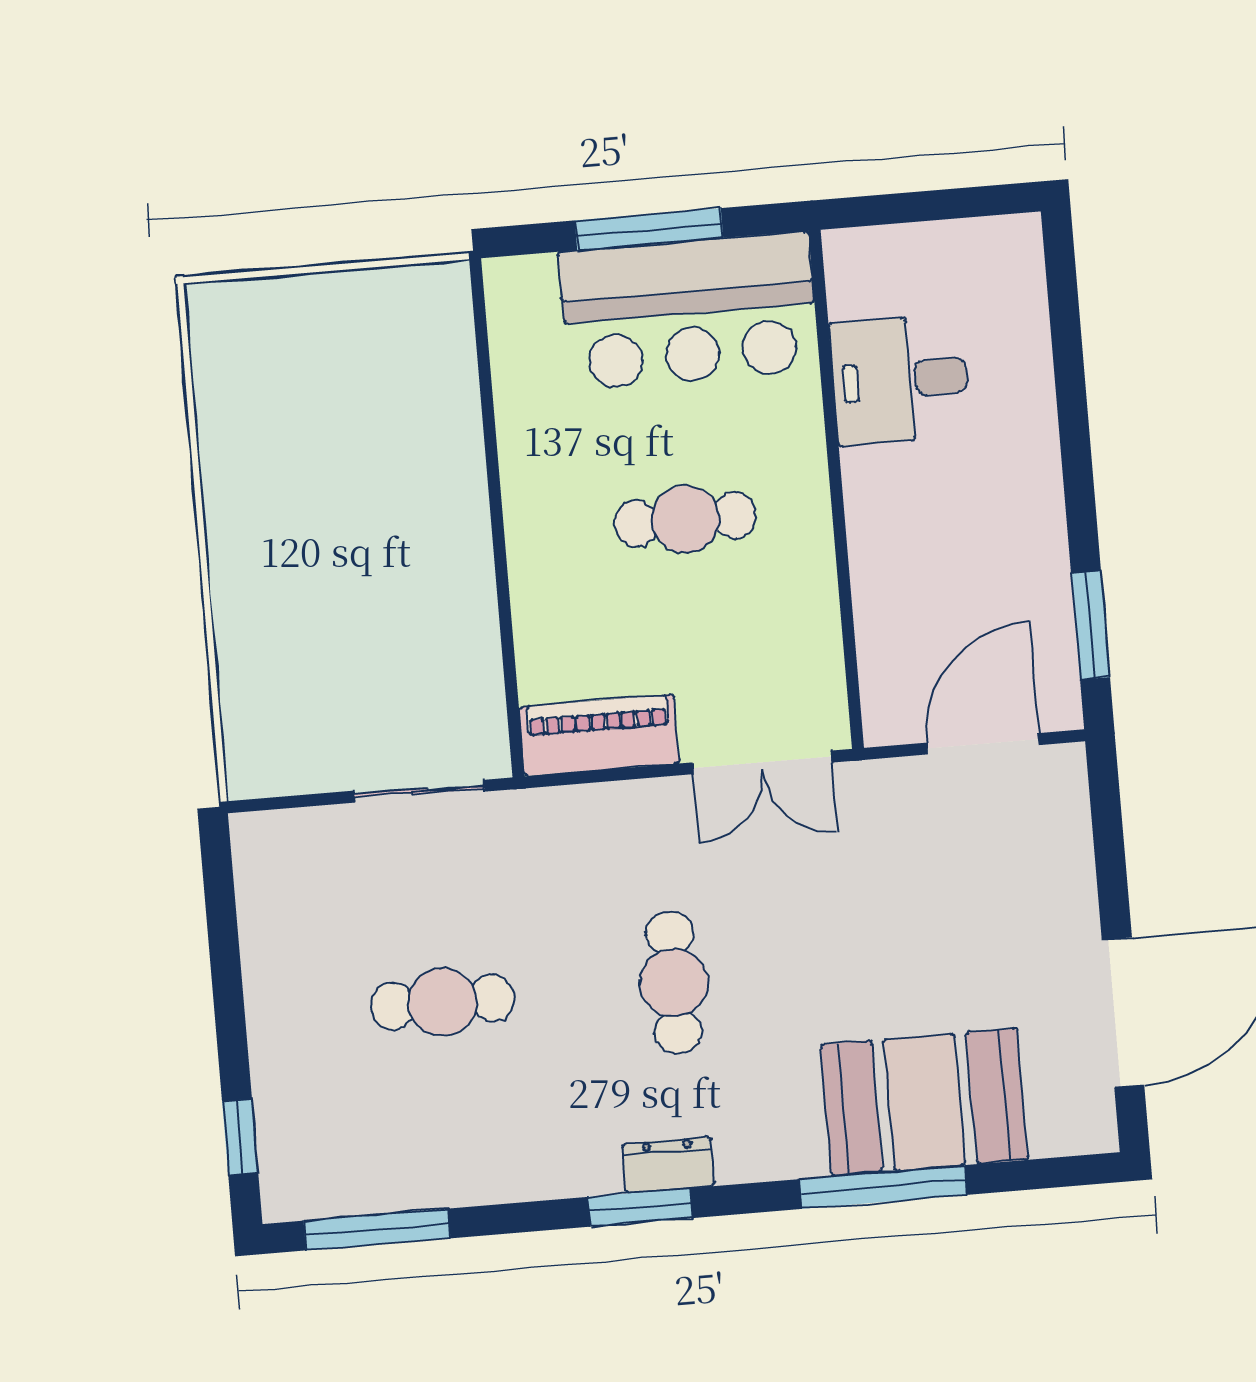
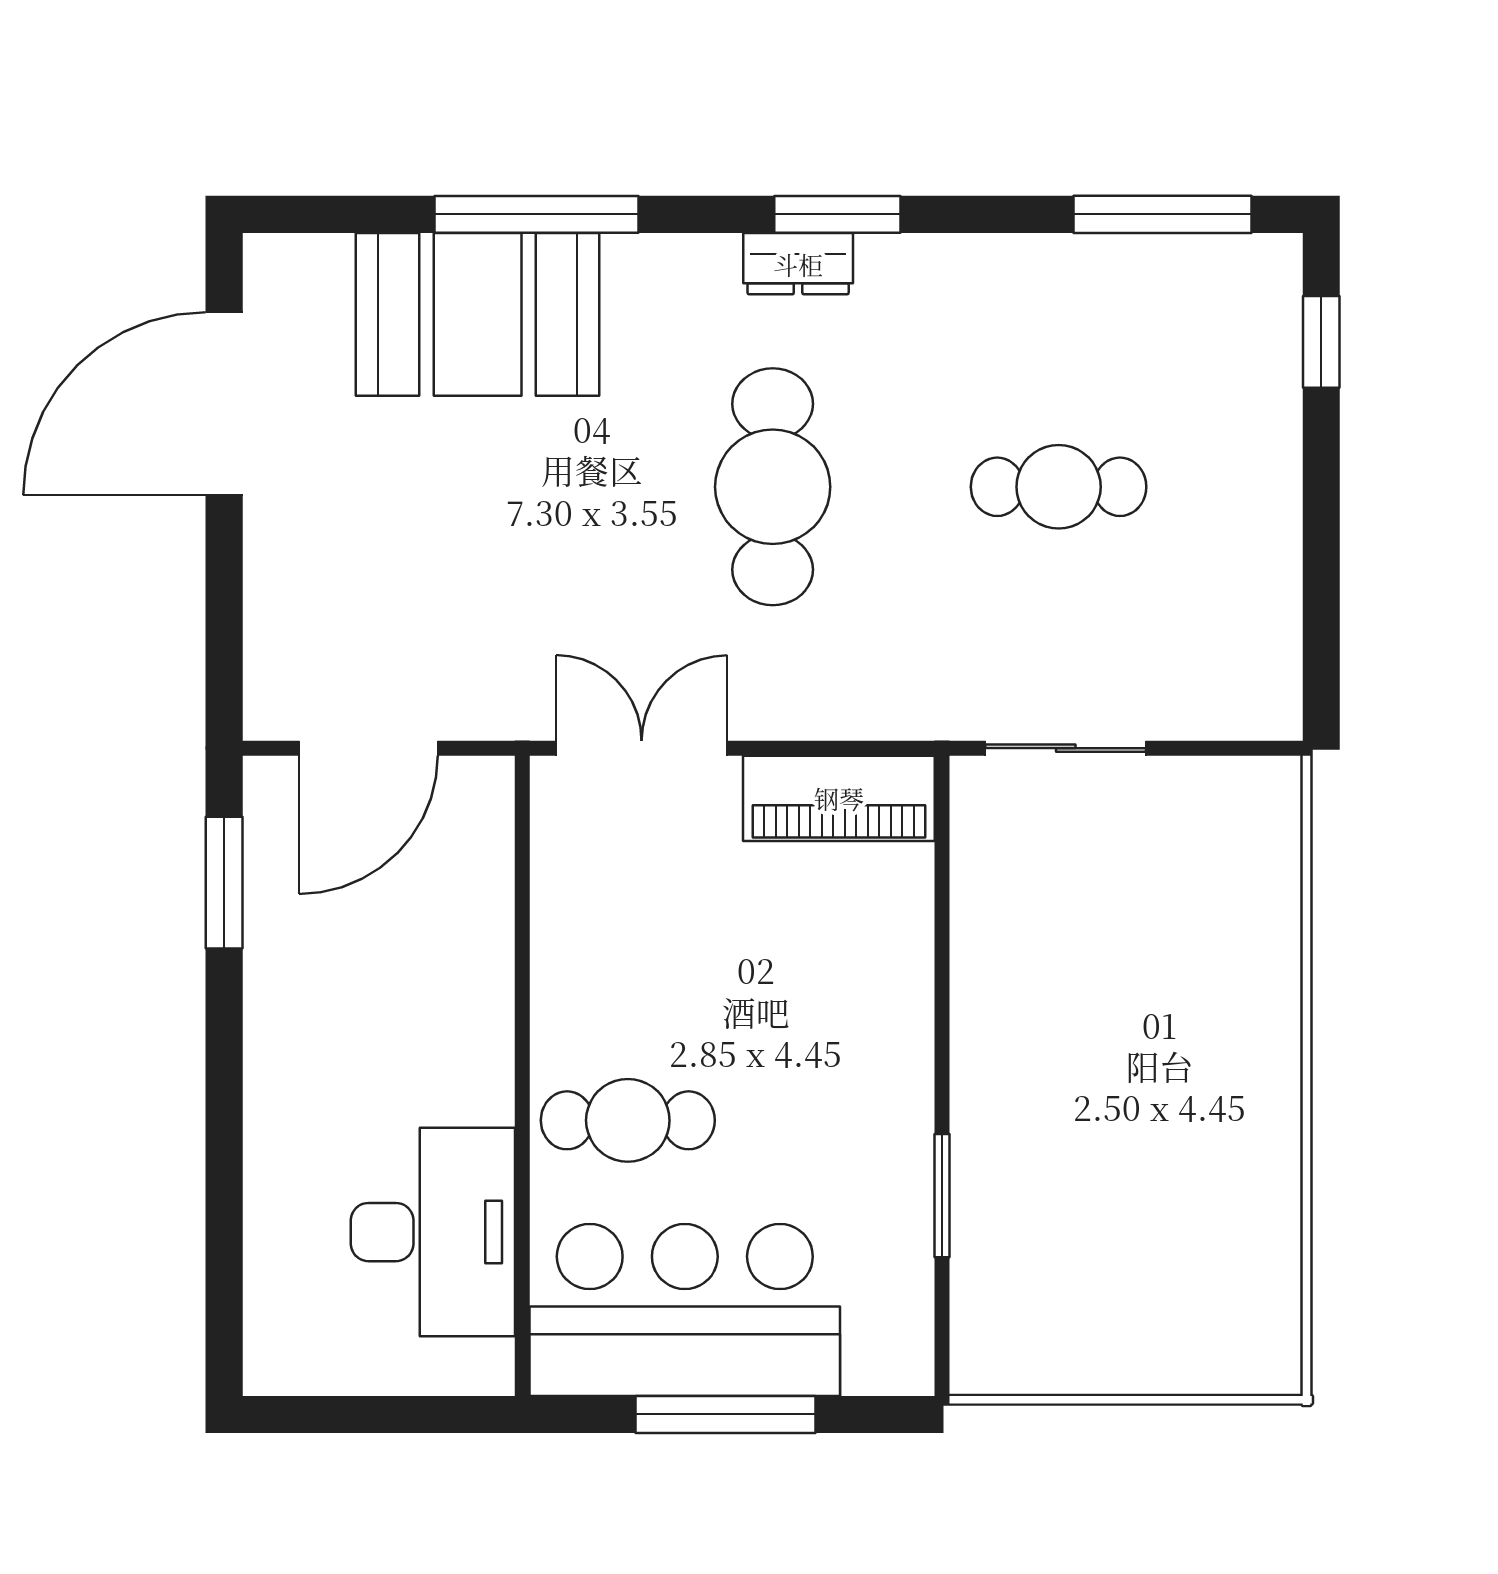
desk: (900, 380) -> (433, 1232), width x1.37
window: (489, 421) -> (942, 1196), added
cafe table: (685, 519) -> (628, 1120), moved
cafe table: (674, 983) -> (773, 487), width x1.37, depth x1.35

